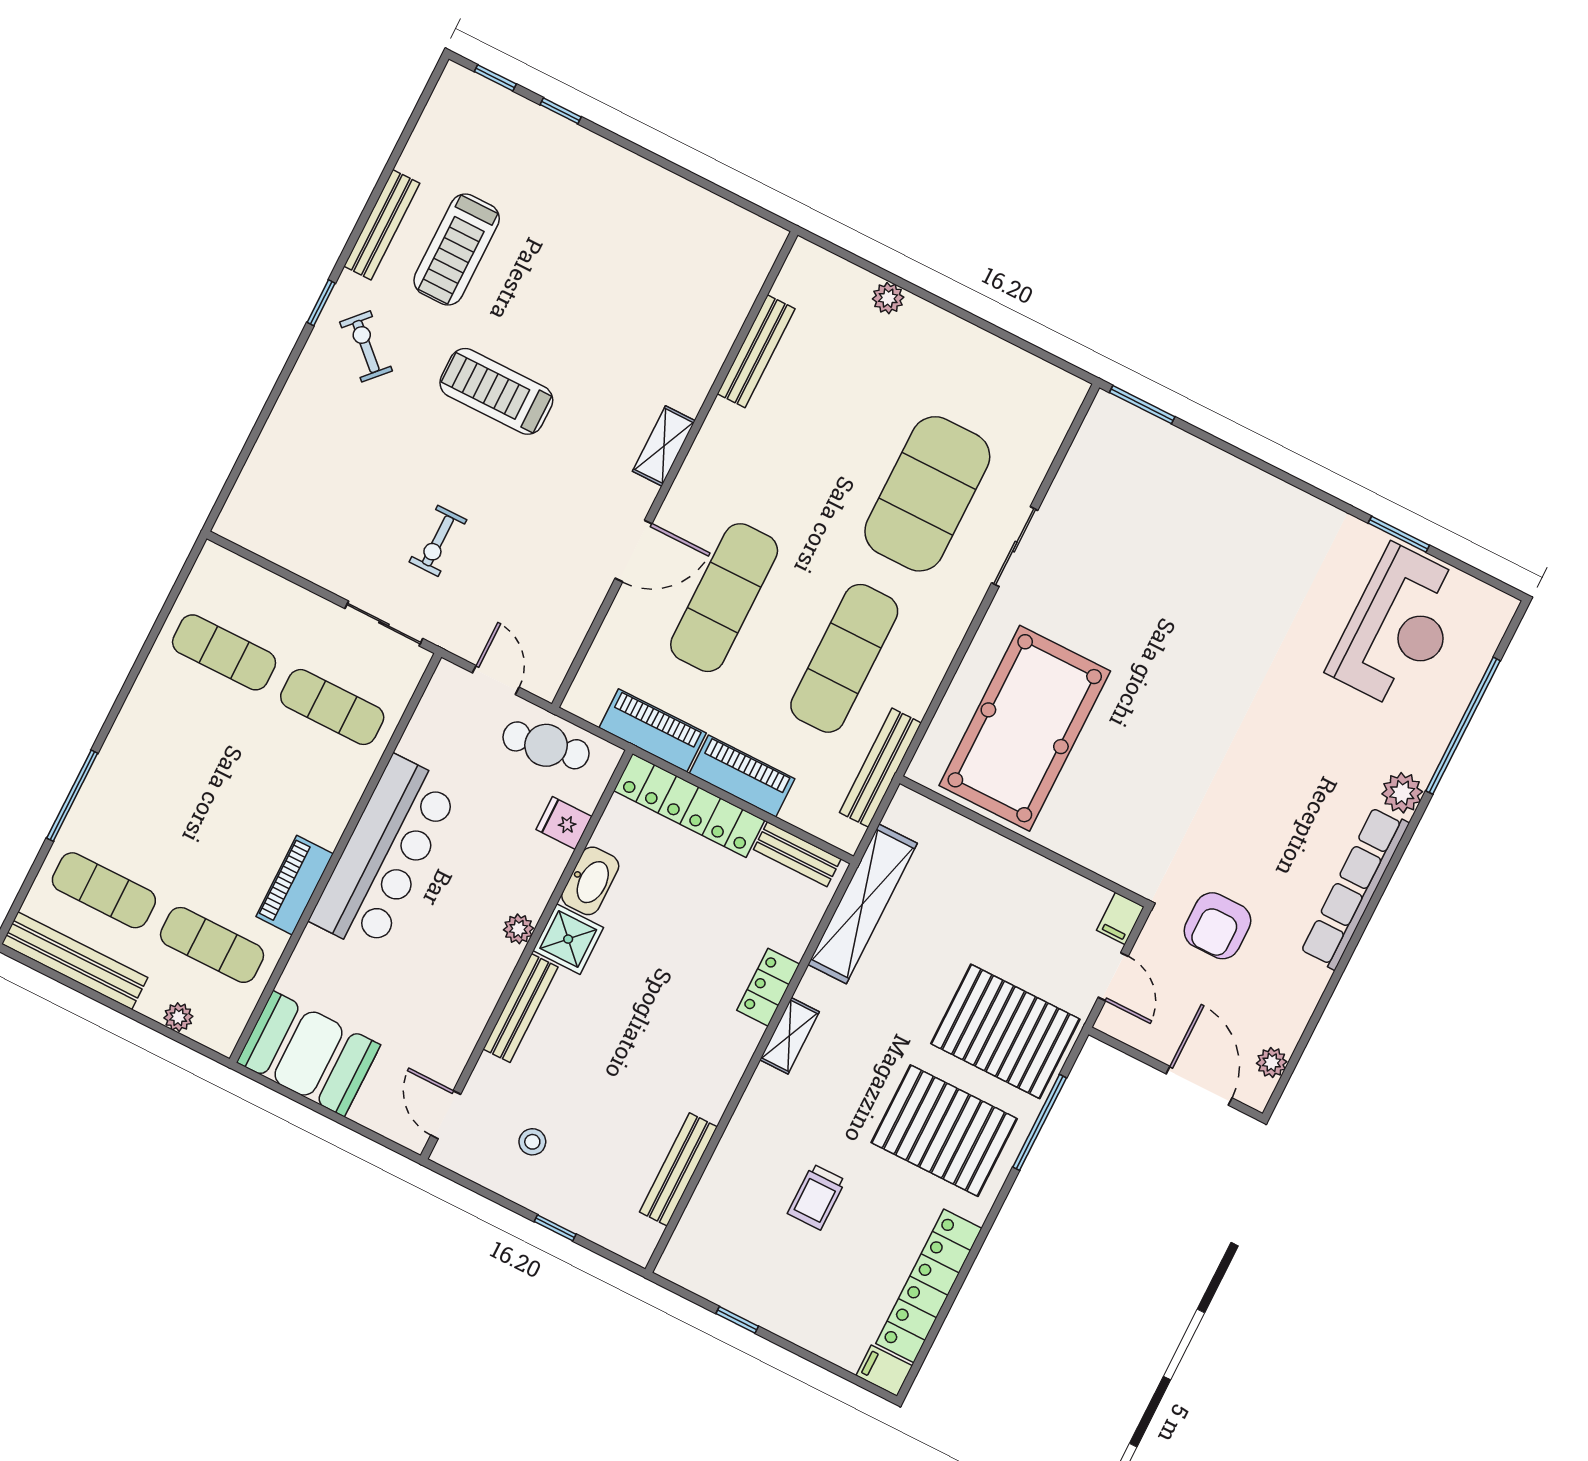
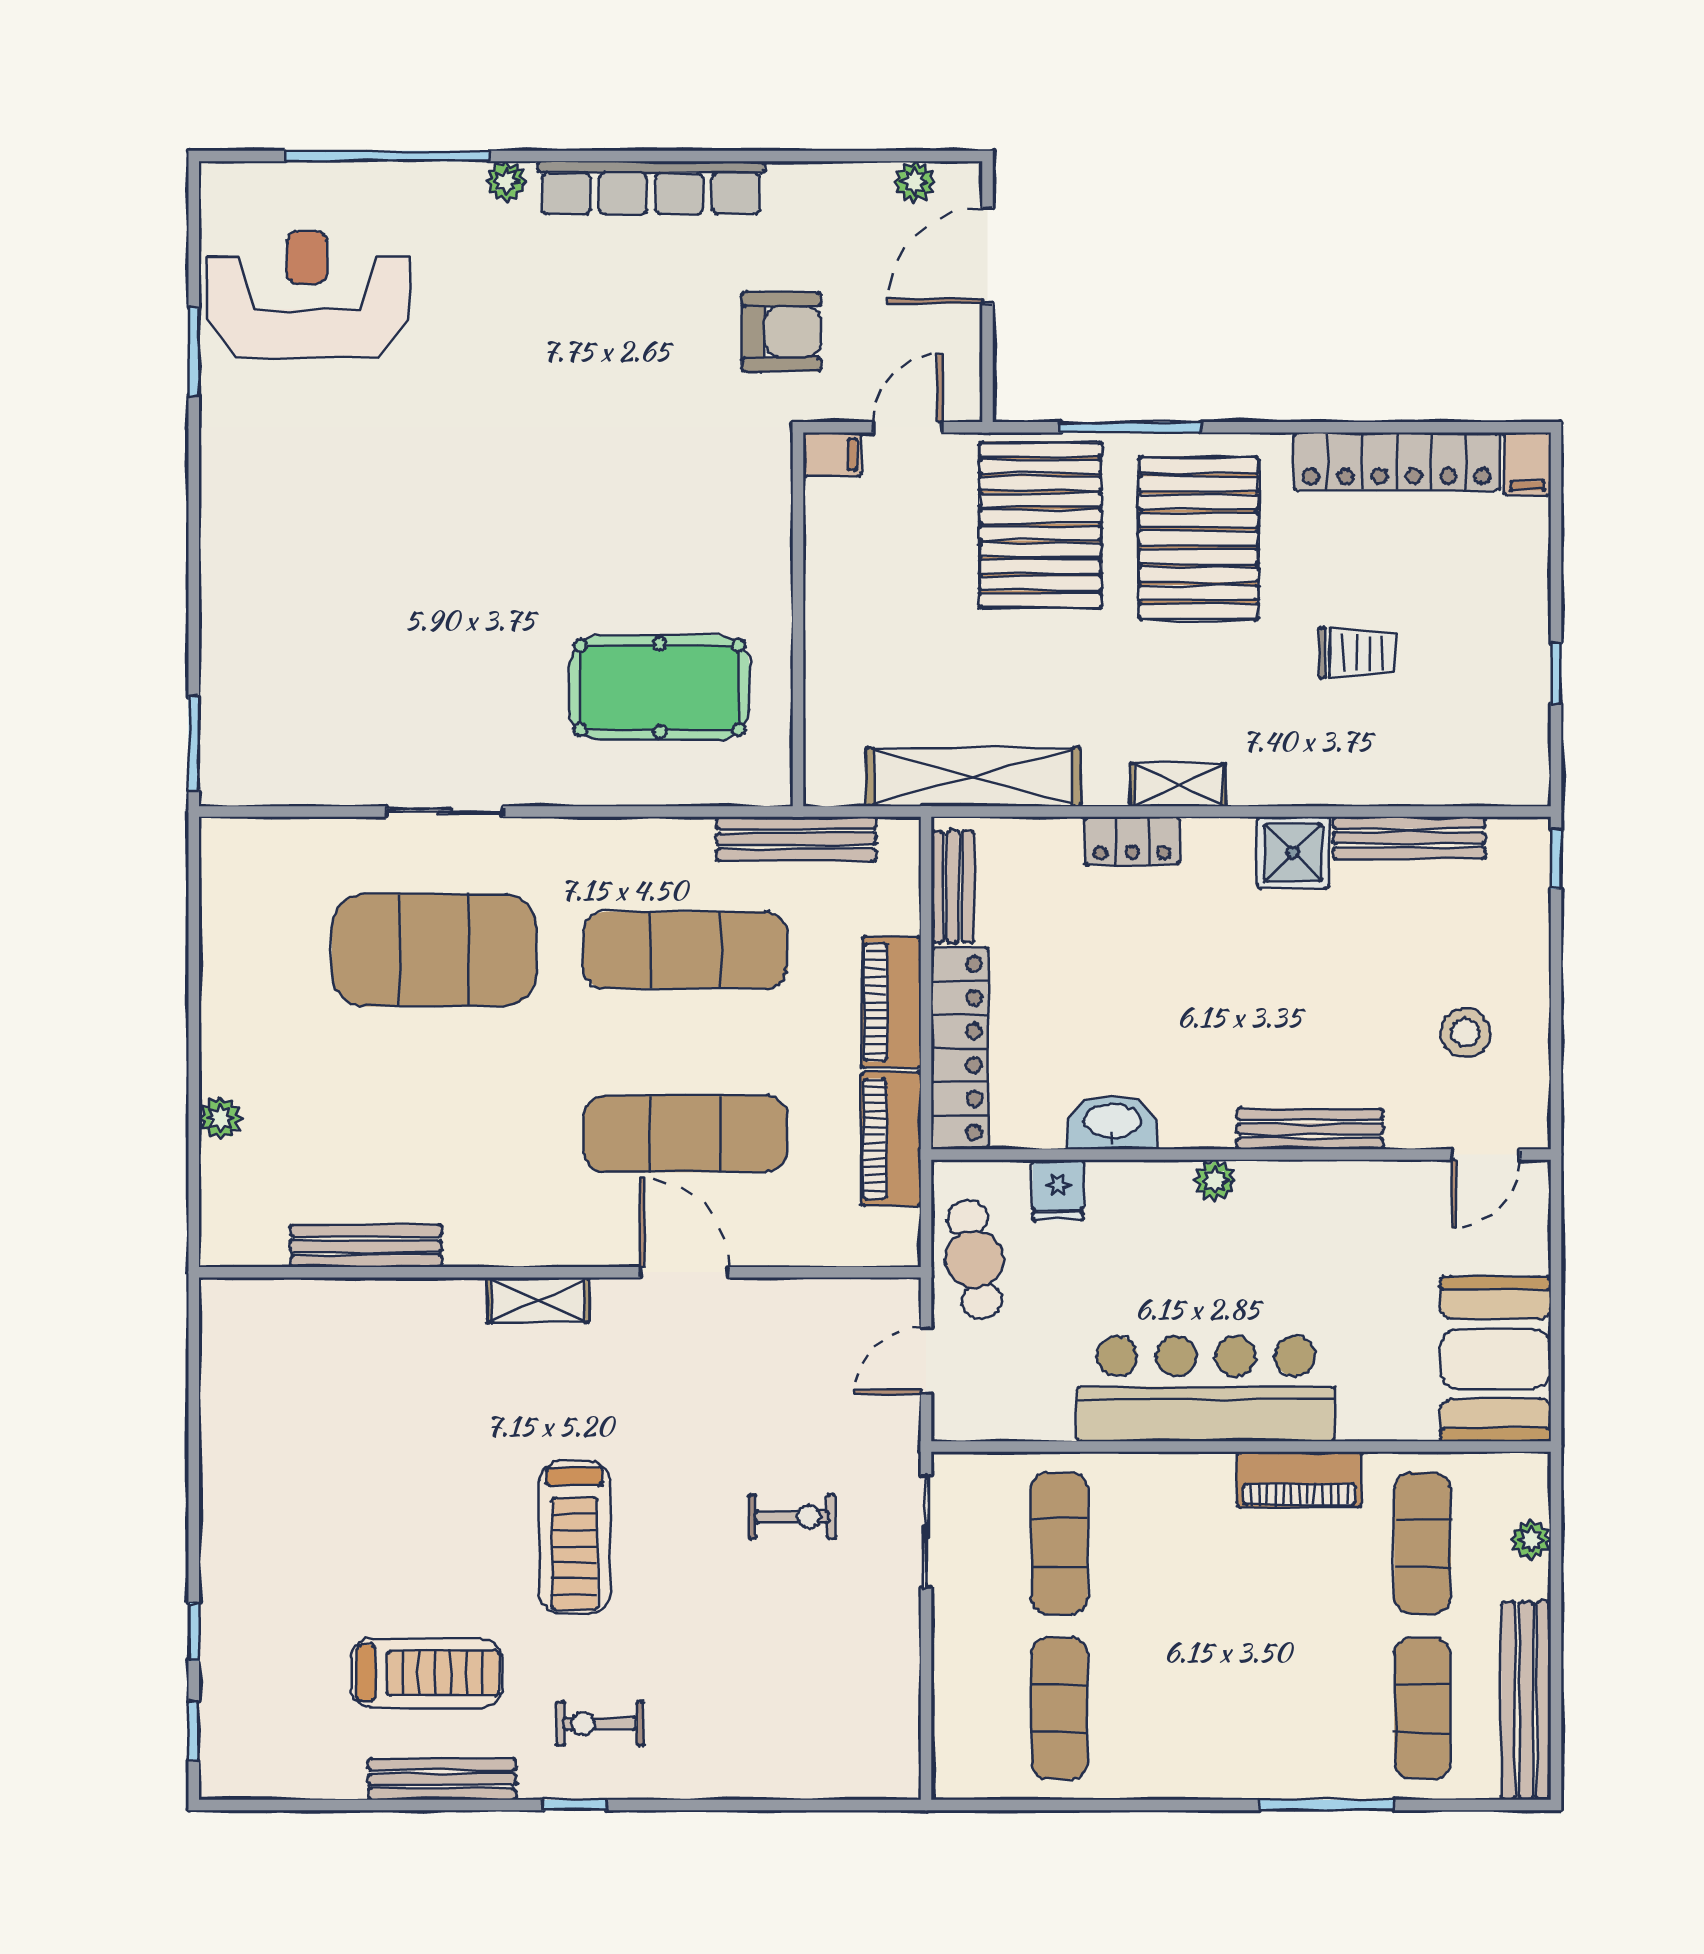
exercise bike: (366, 346) -> (600, 1724), turned 47
pool table: (1025, 728) -> (660, 688), width x0.73, depth x0.76
plant: (1402, 793) -> (506, 181), width x0.73, depth x0.73
shower: (568, 939) -> (1293, 853), moved
stool: (532, 1142) -> (1465, 1032), width x1.37, depth x1.37
window: (555, 1228) -> (1556, 859), moved

